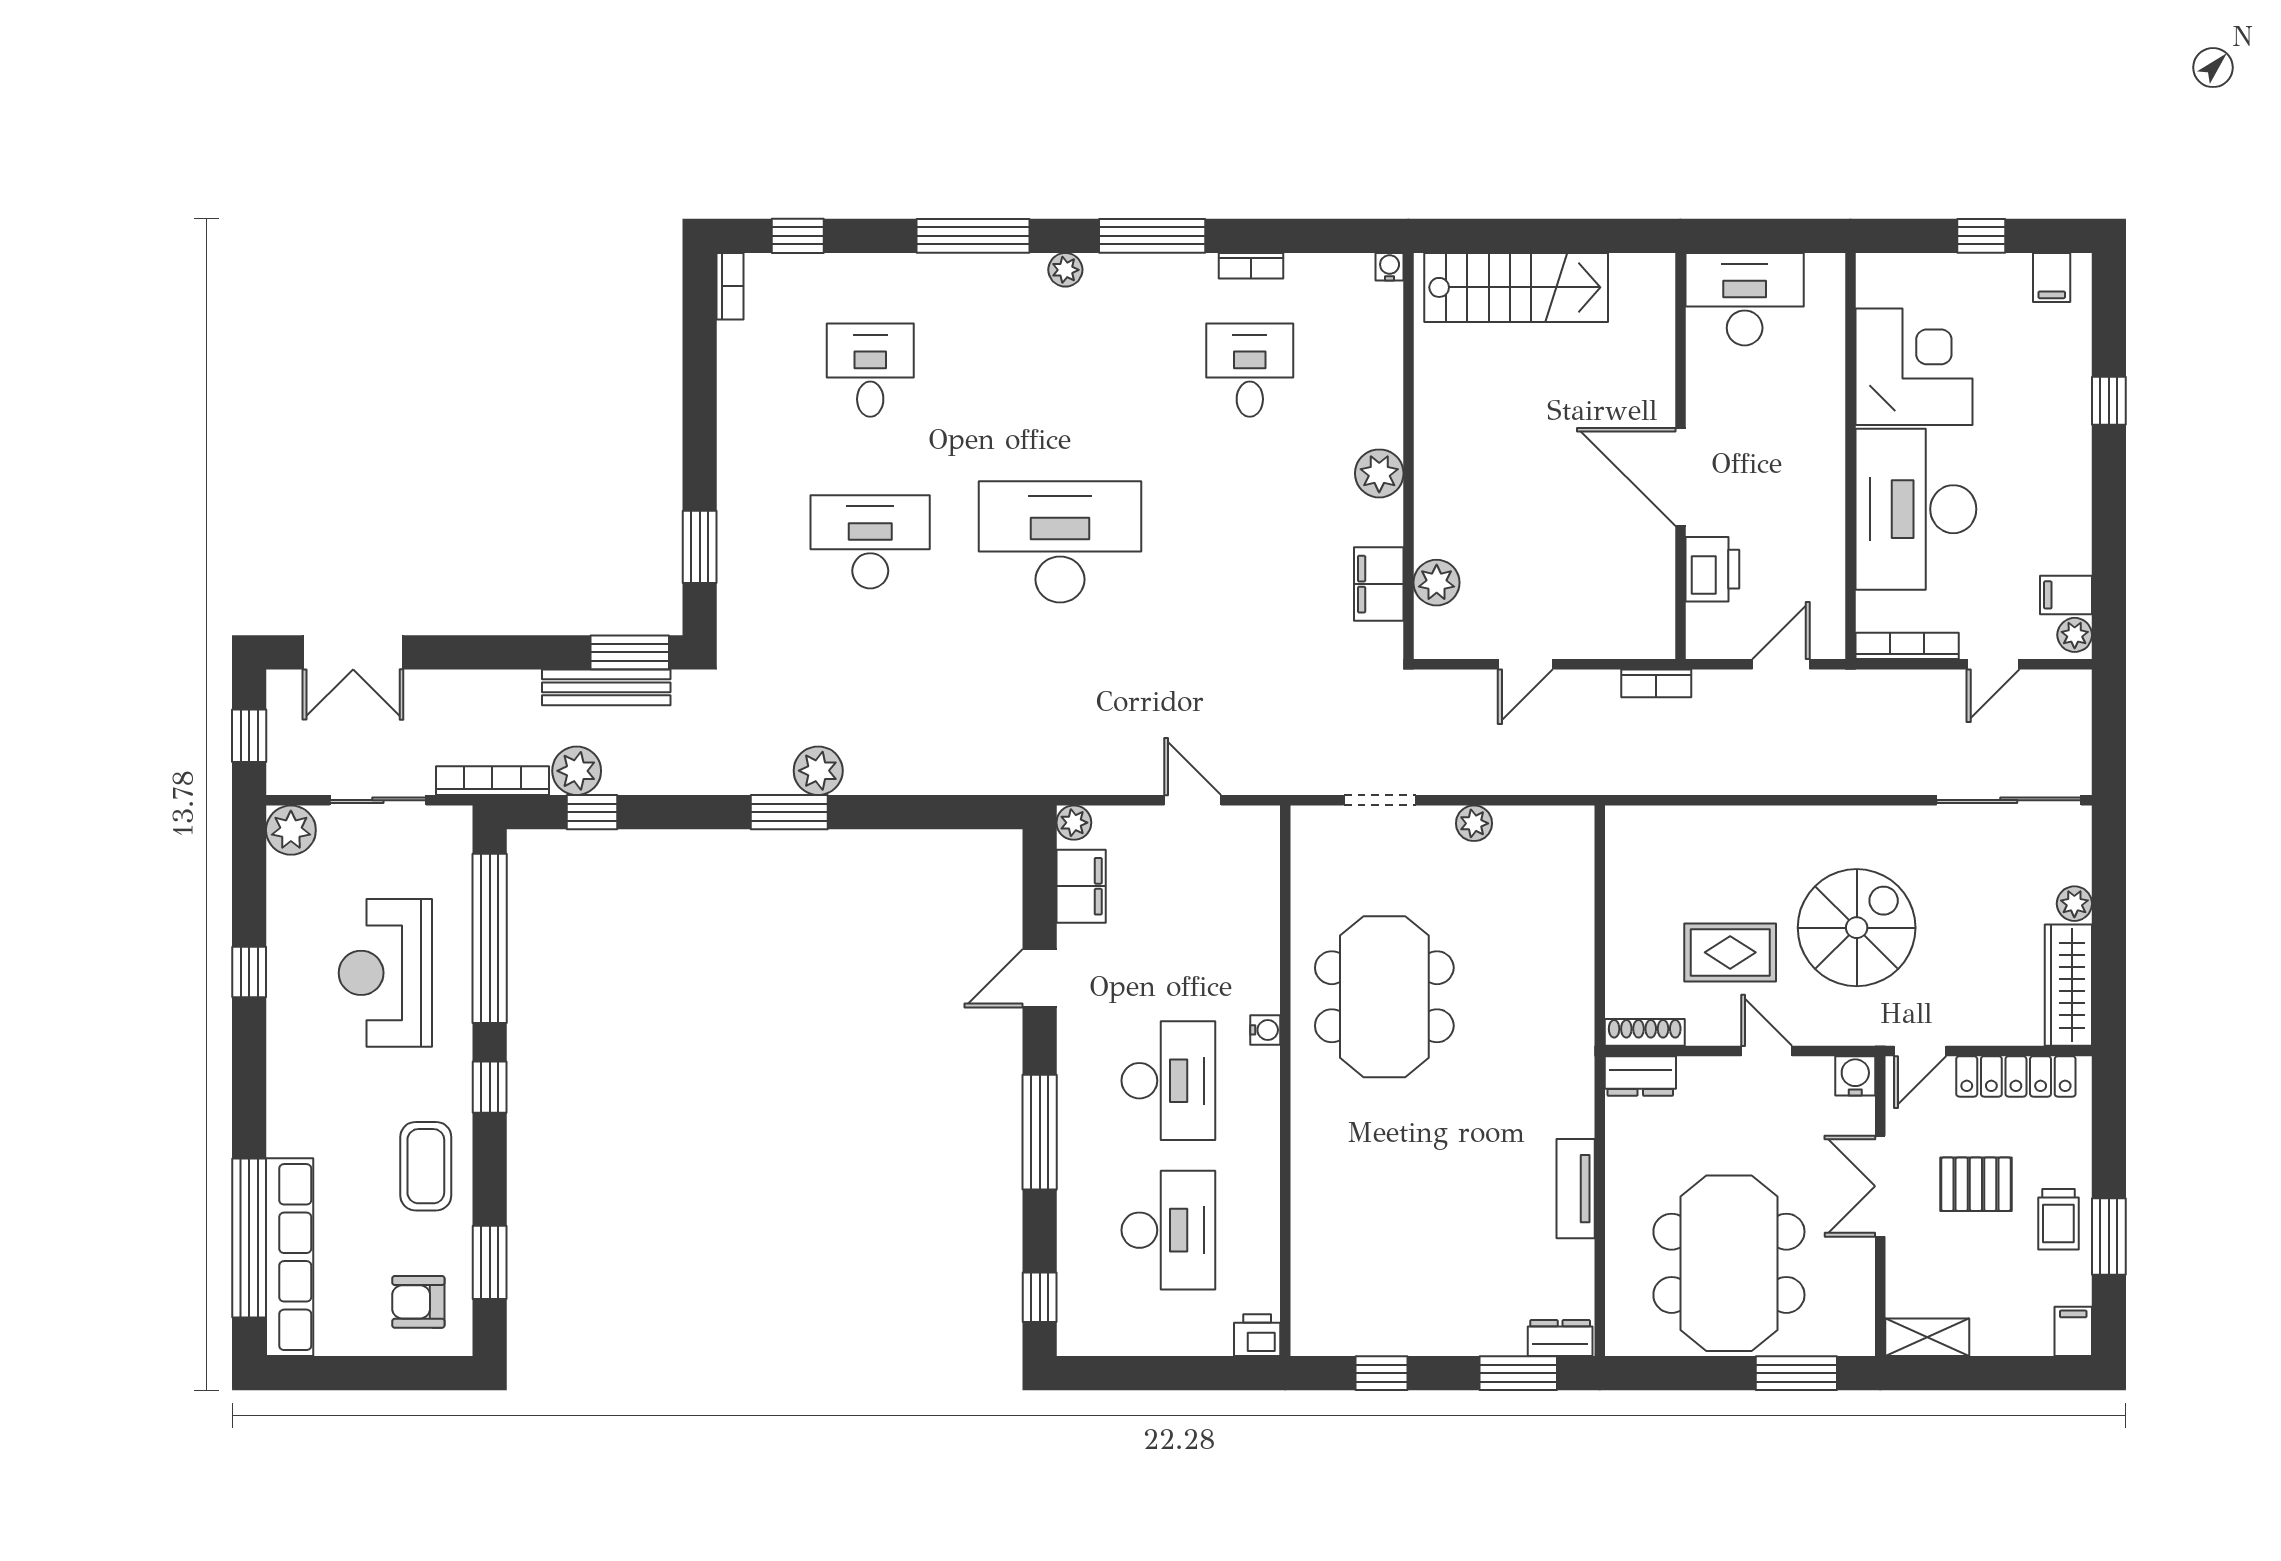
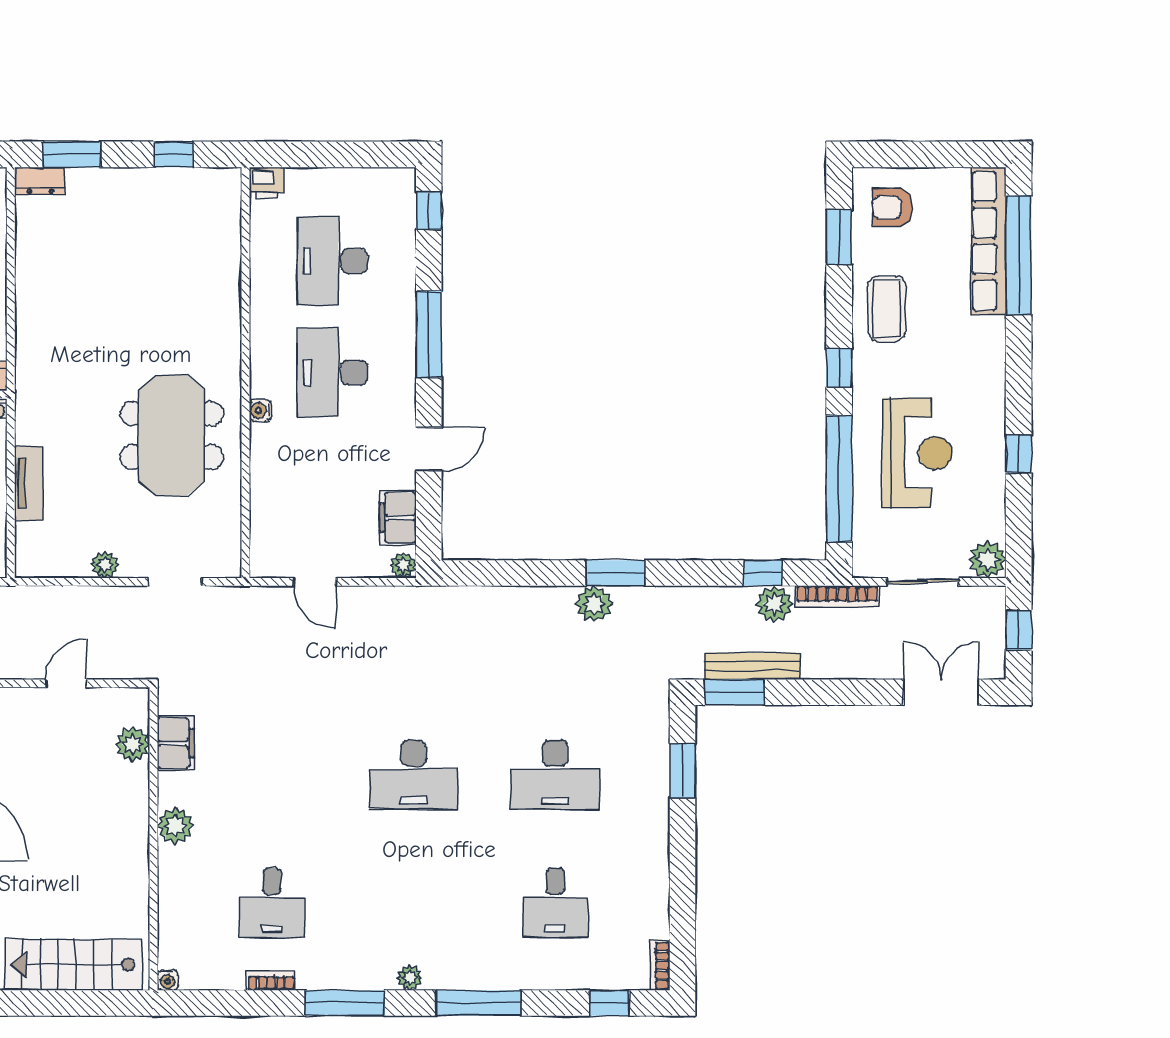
desk: (1060, 542) -> (414, 775), width x0.73, depth x0.77
tv unit: (1576, 1189) -> (29, 483), moved
armchair: (418, 1302) -> (892, 208), turned 180

